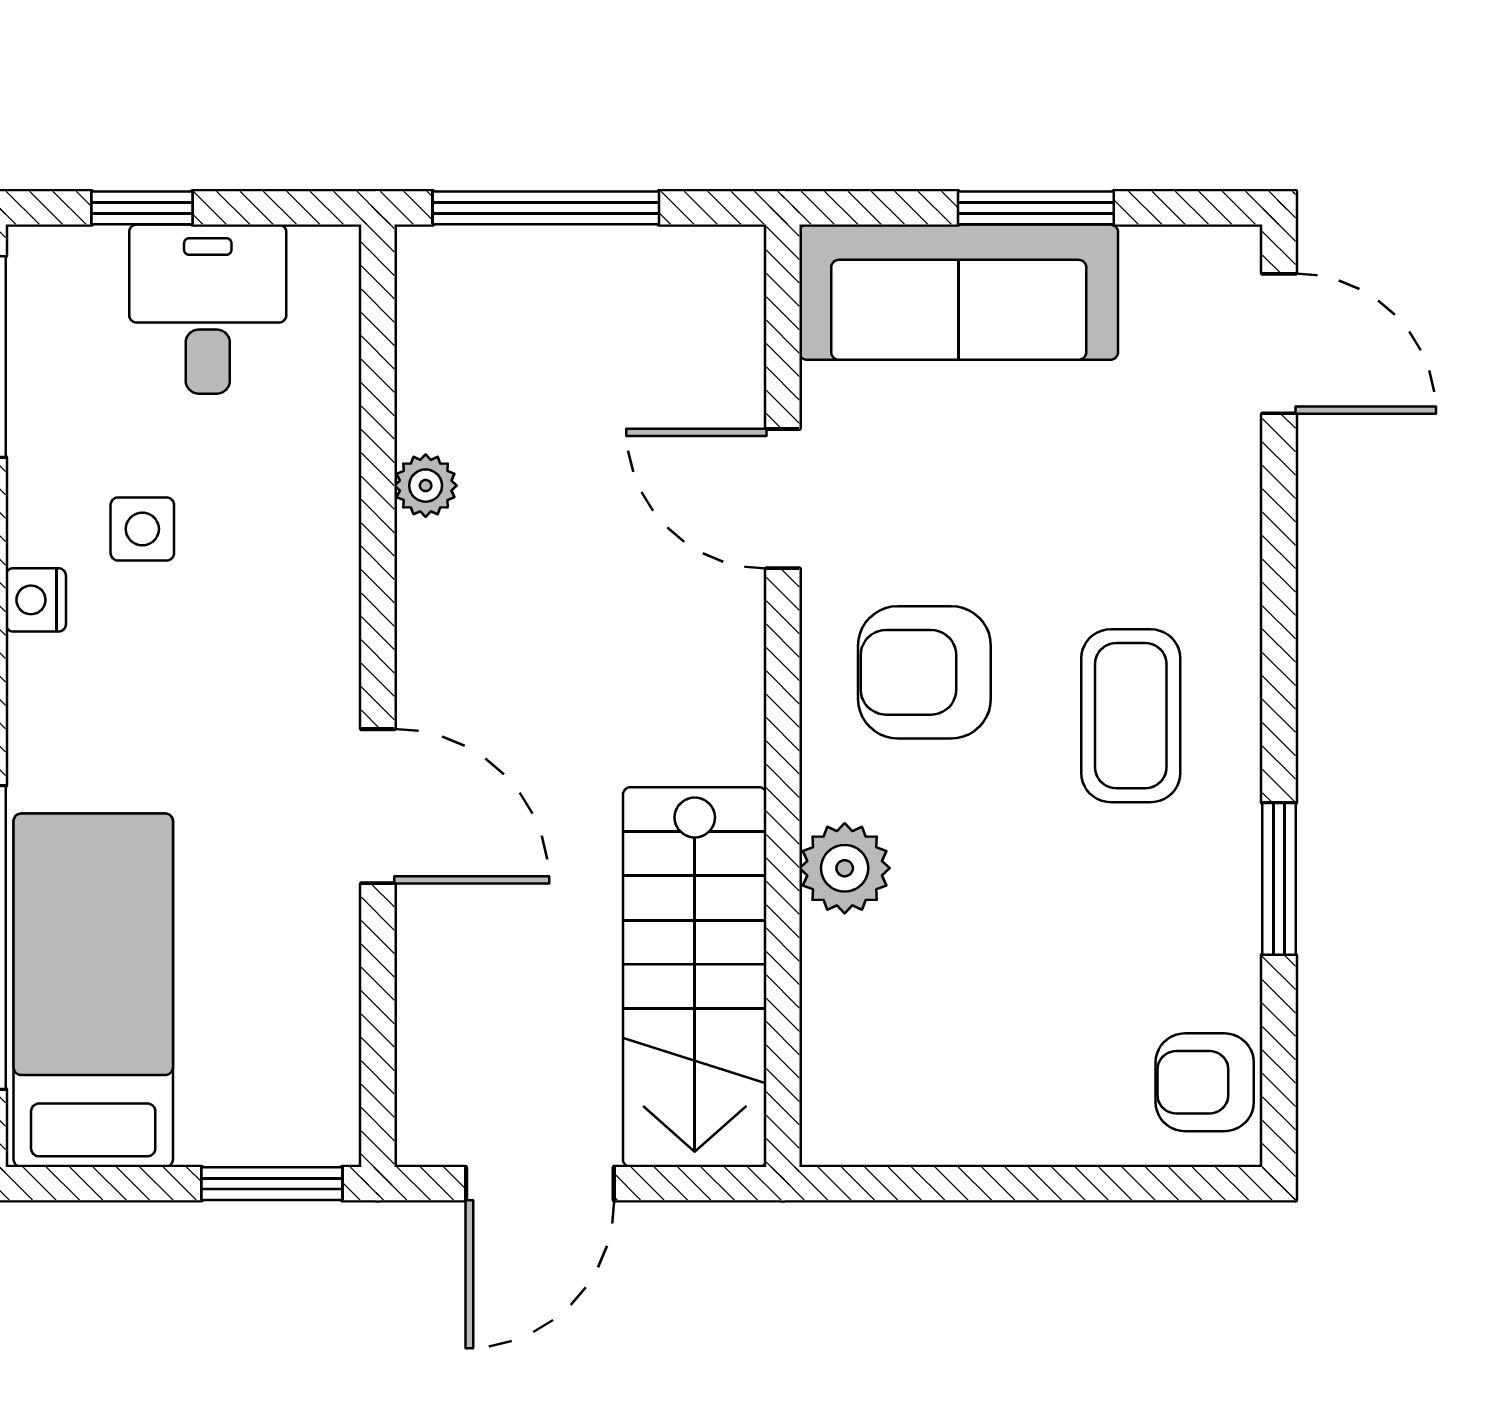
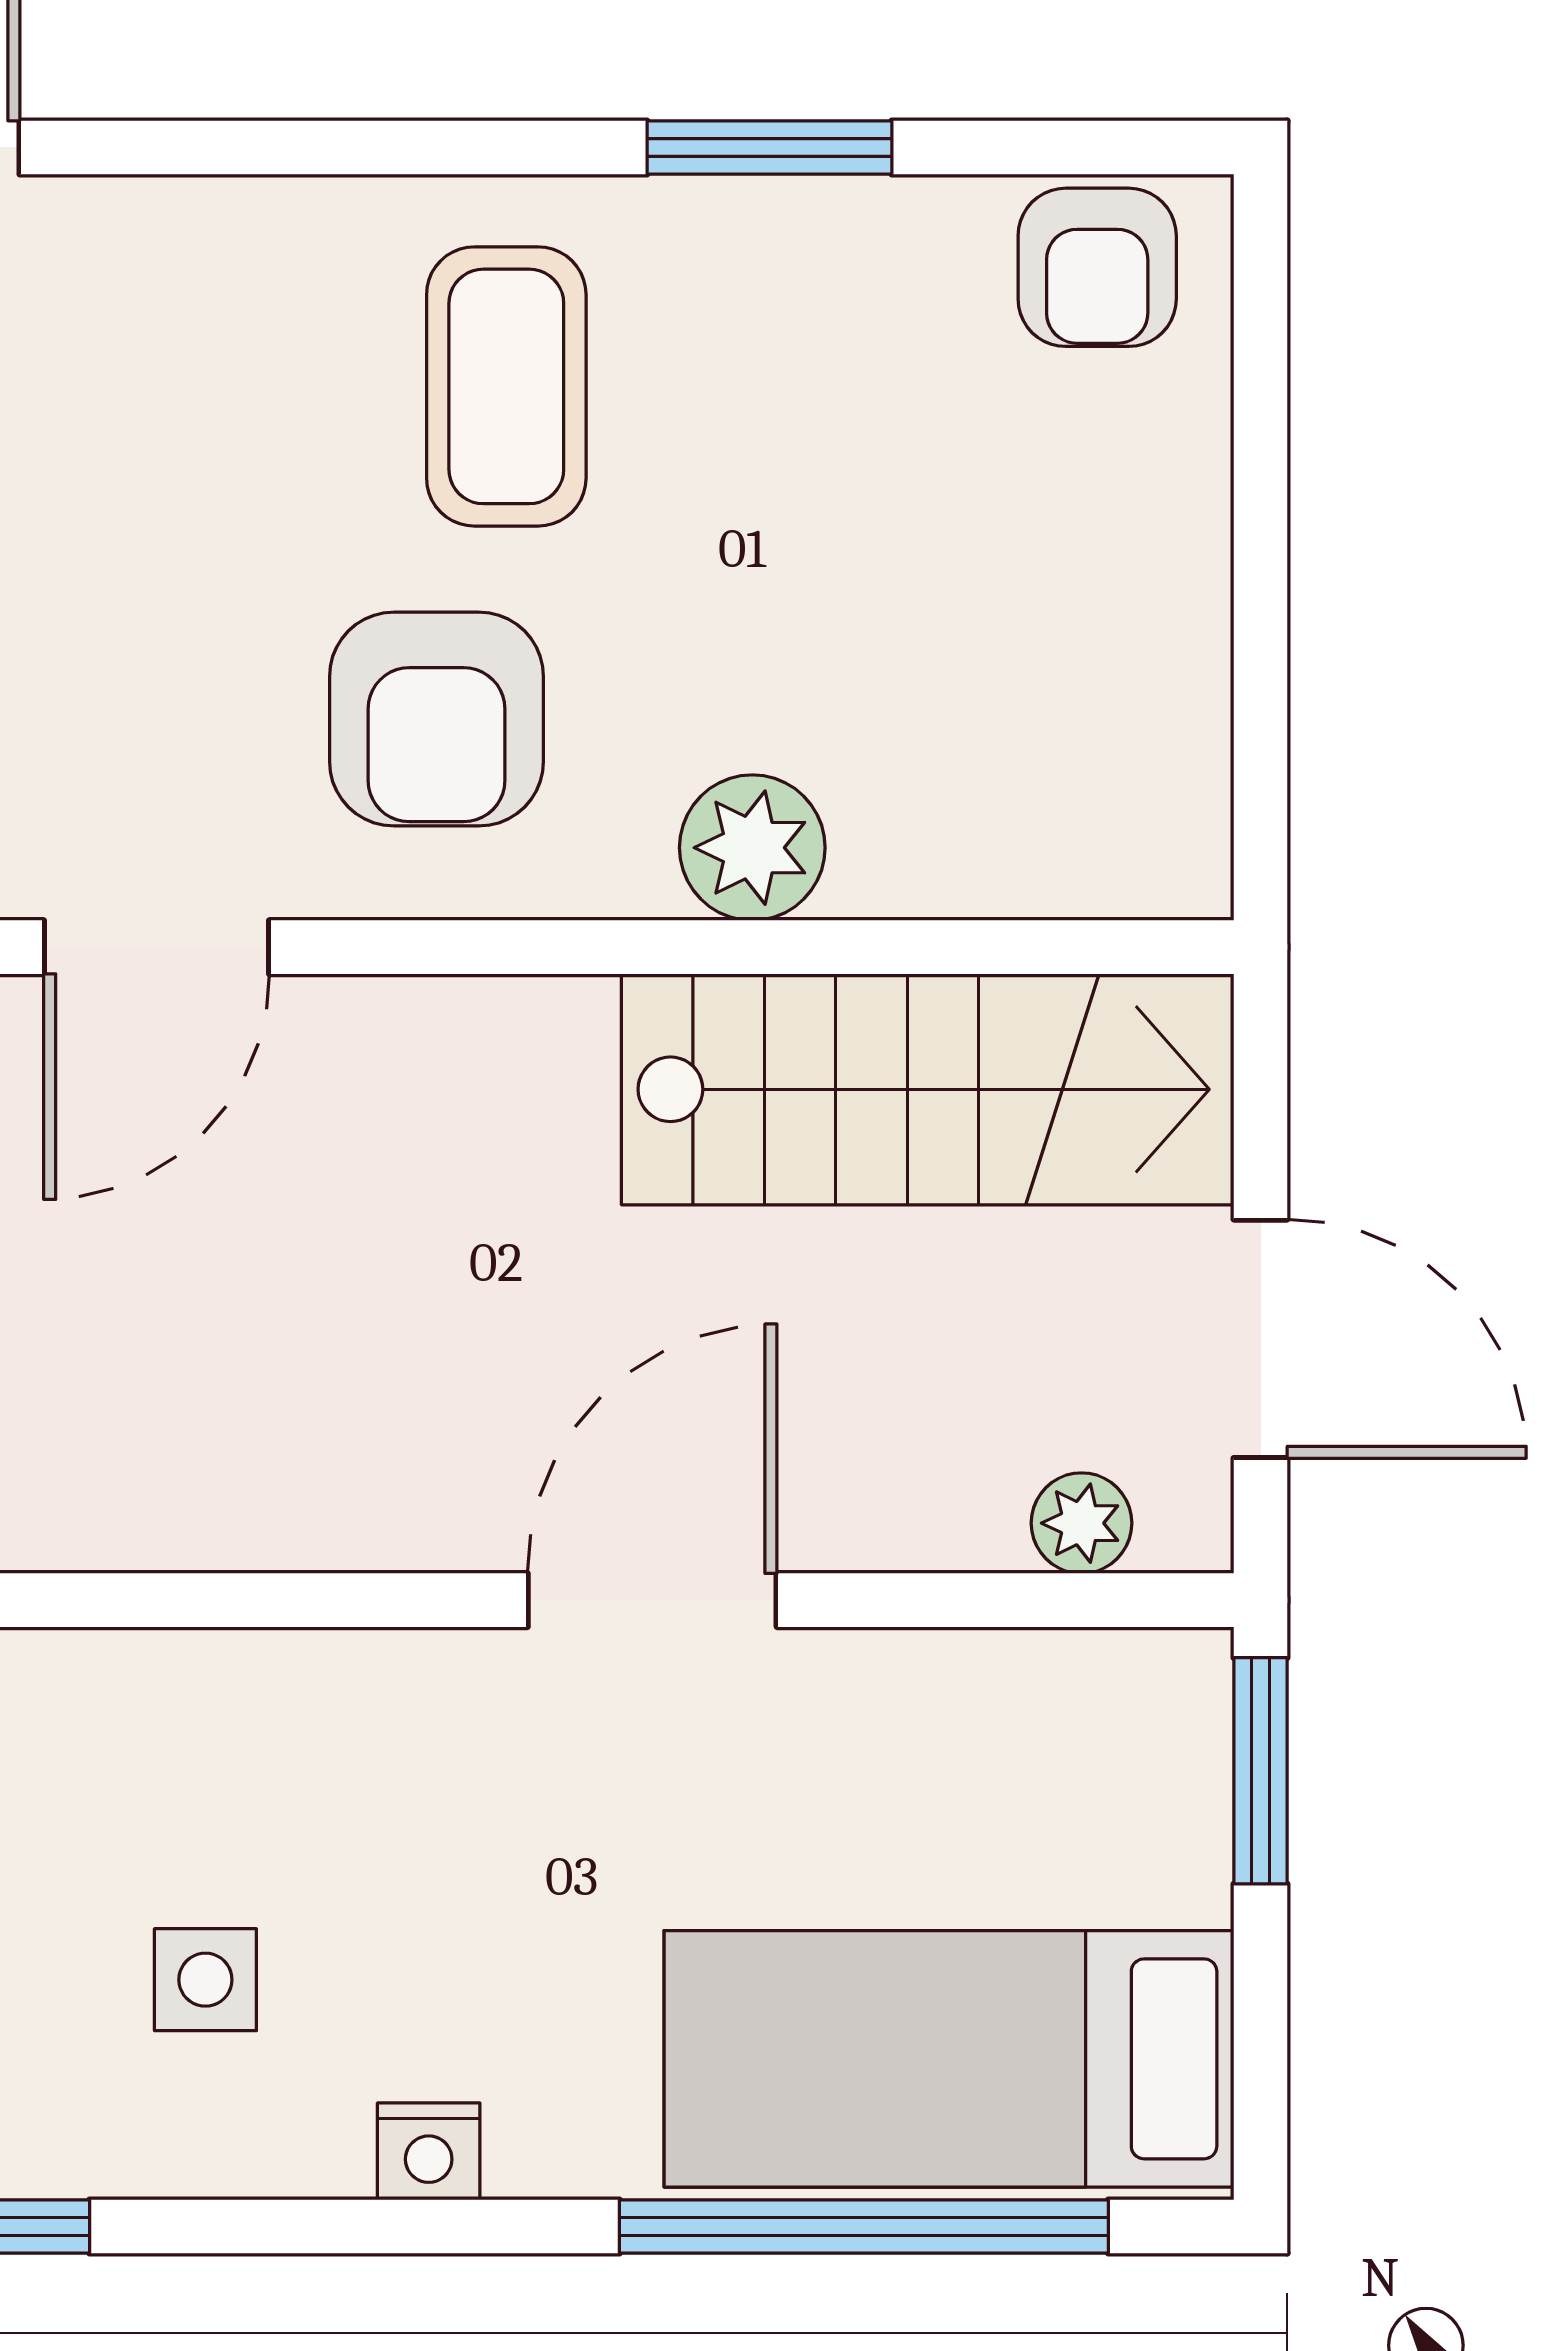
plant: (426, 486) -> (1081, 1523), moved
nightstand: (36, 600) -> (429, 2151), moved
coffee table: (1131, 716) -> (506, 386), turned 90

